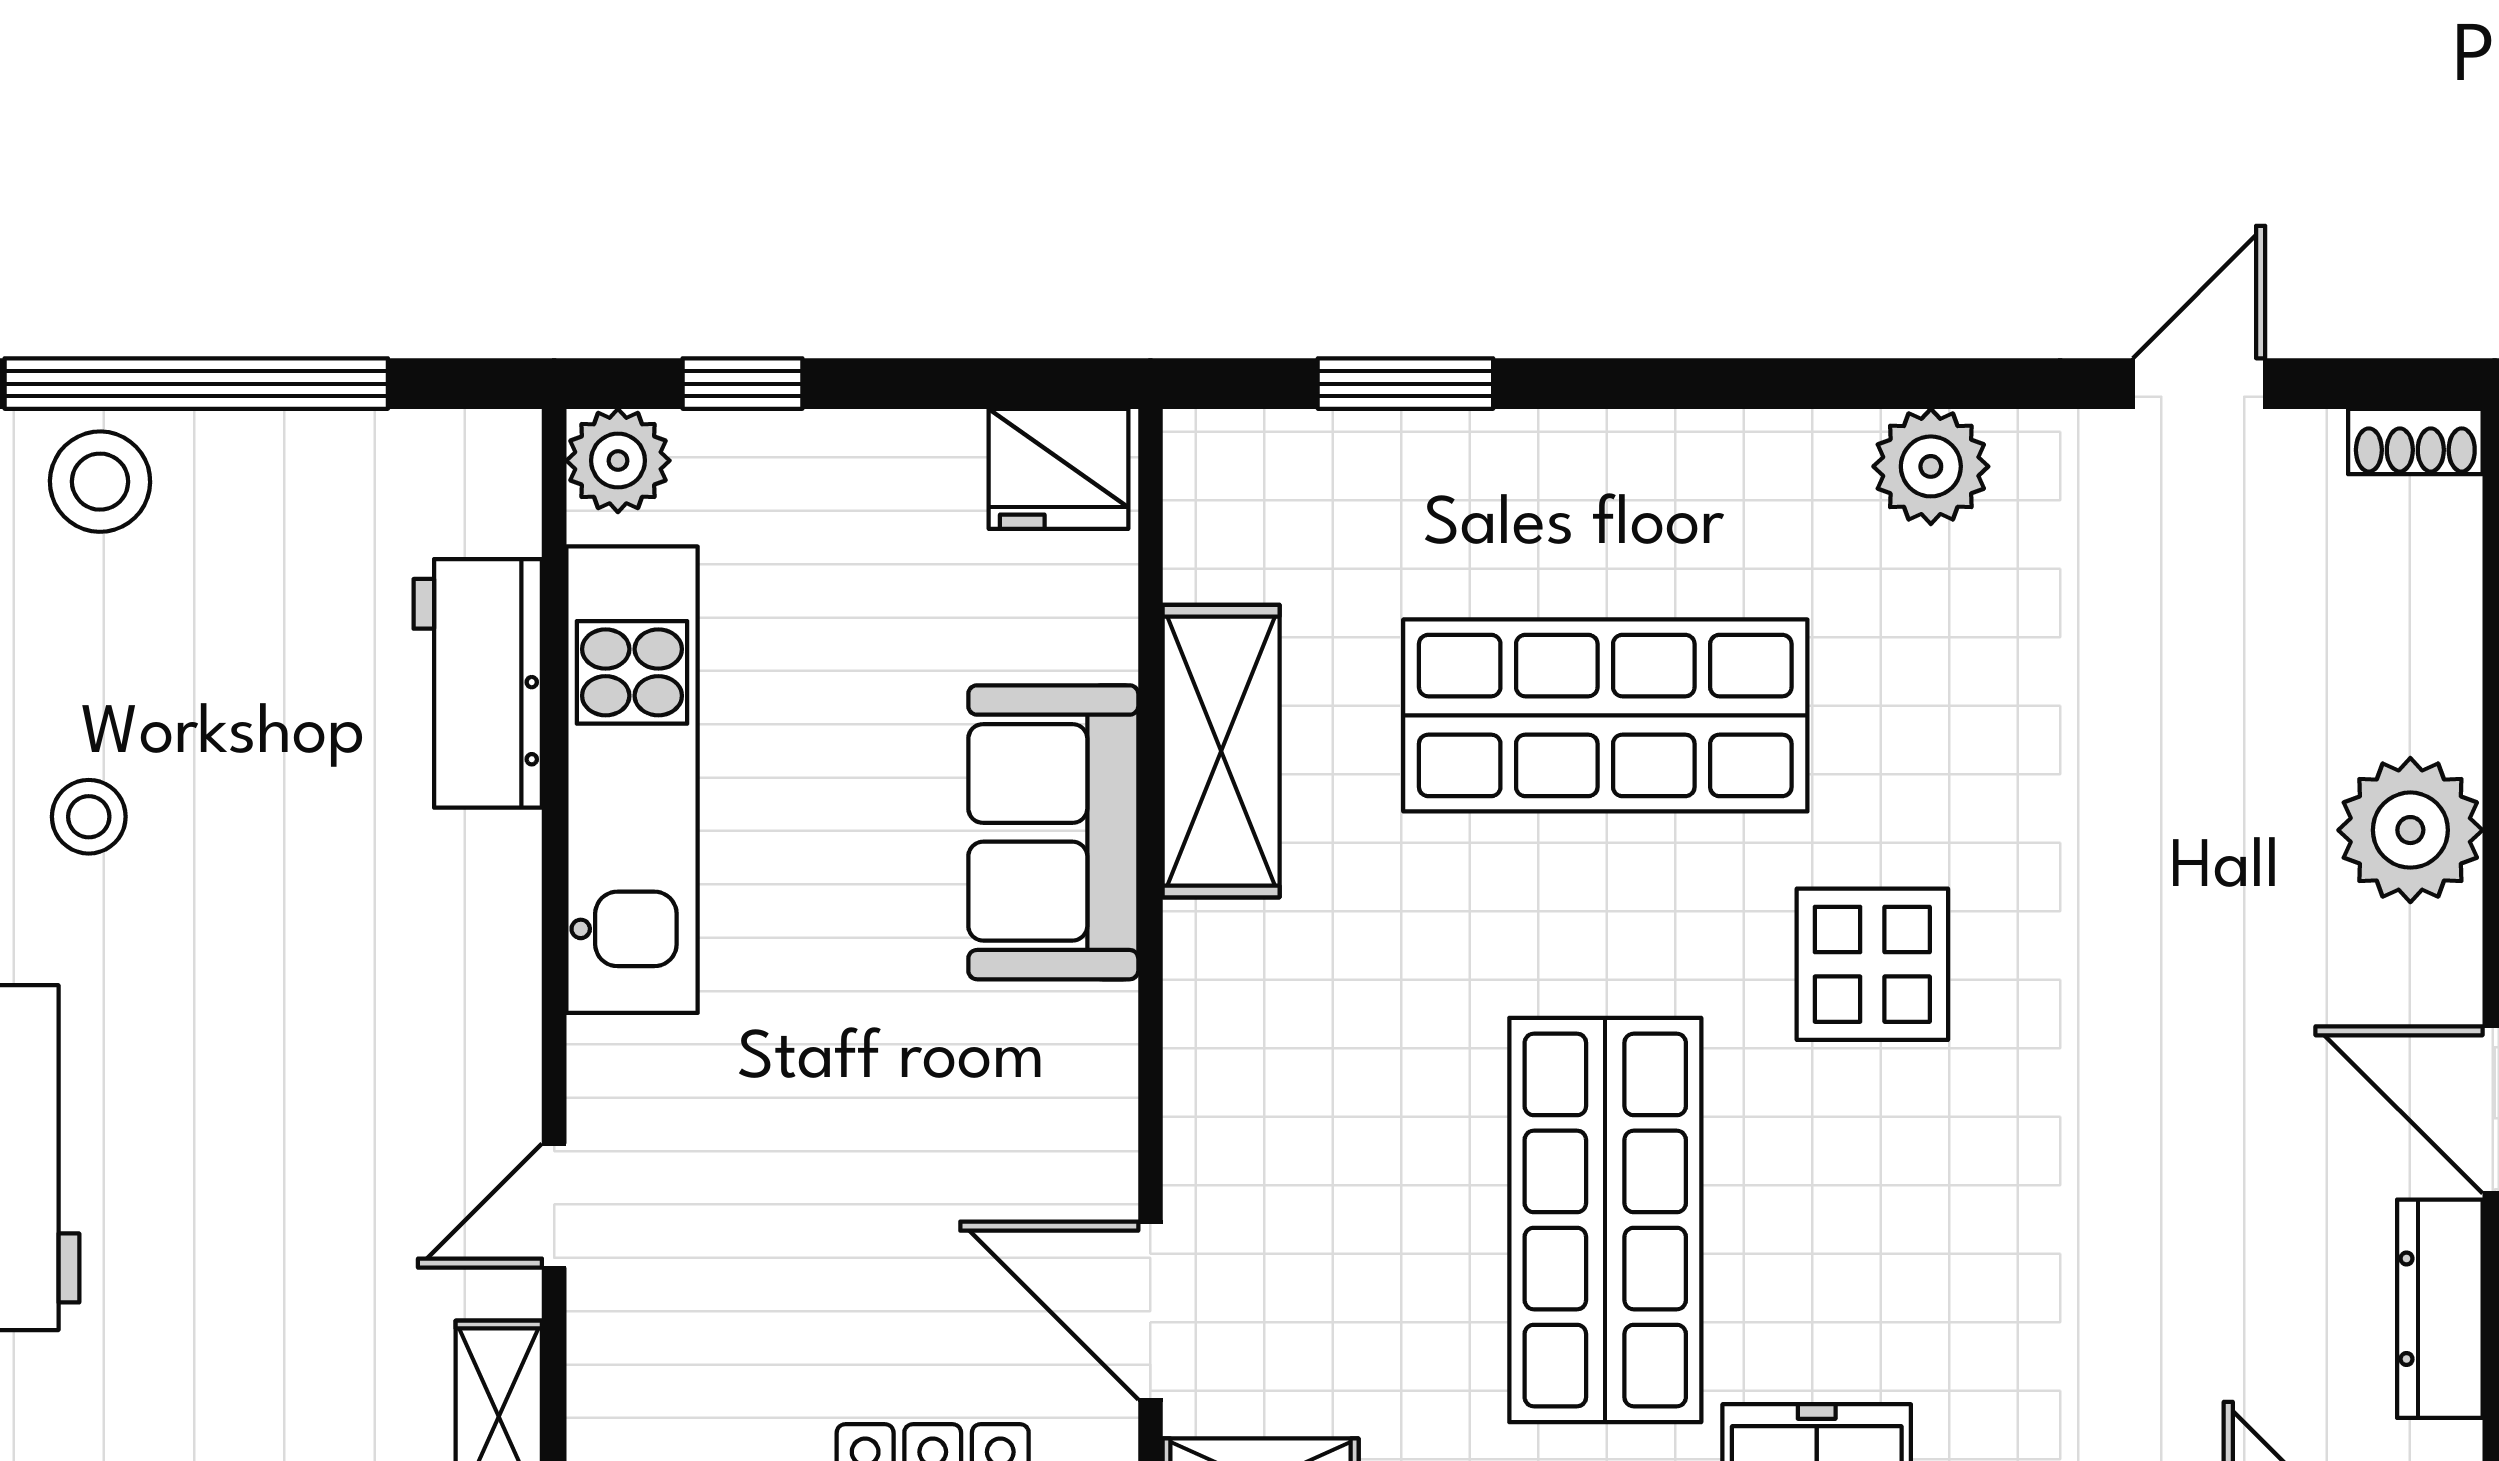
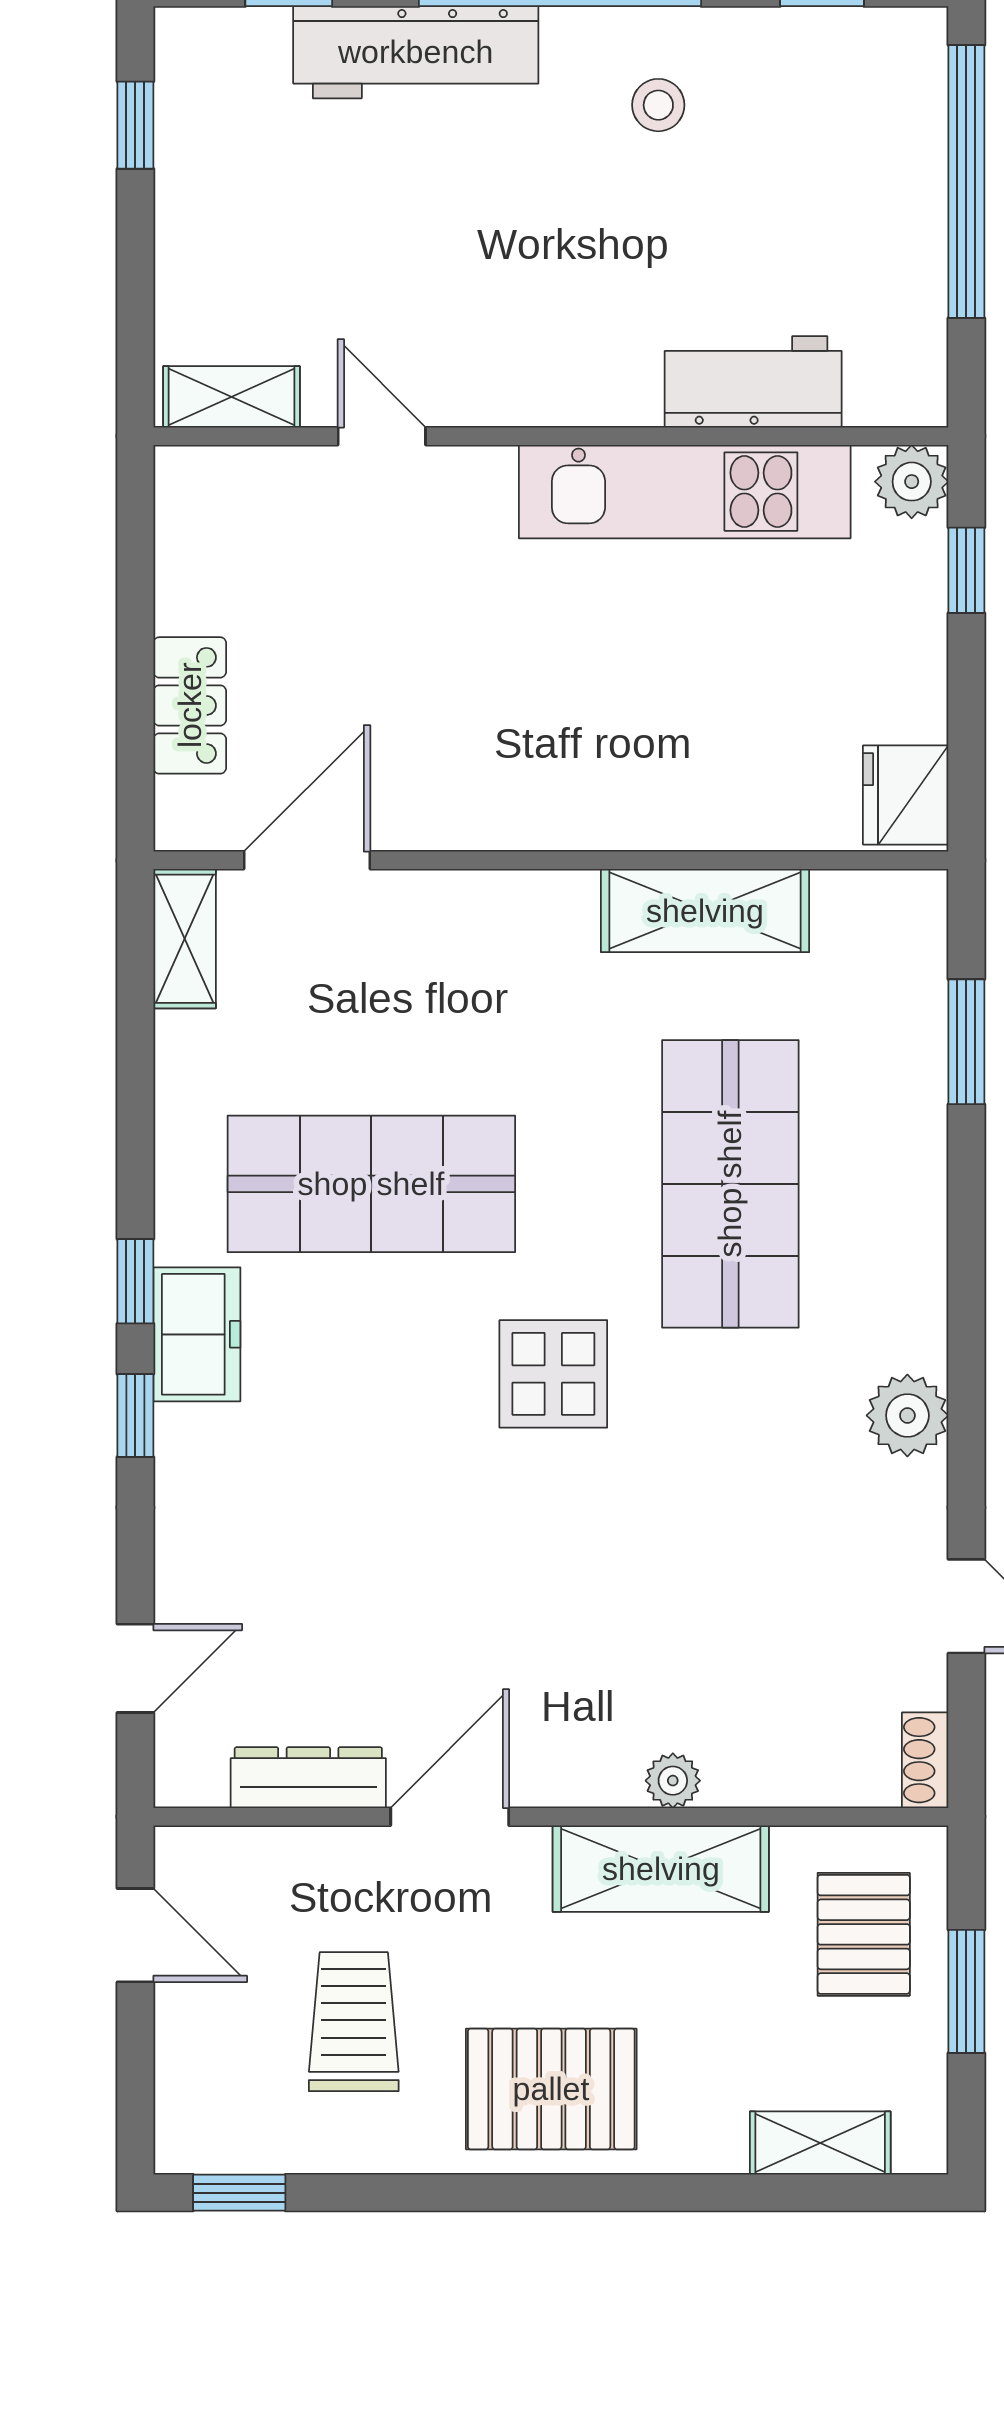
stool: (100, 482) -> (897, 113), removed
plant: (2410, 830) -> (673, 1781), width x0.53, depth x0.53
sofa: (1053, 832) -> (647, 791), removed

